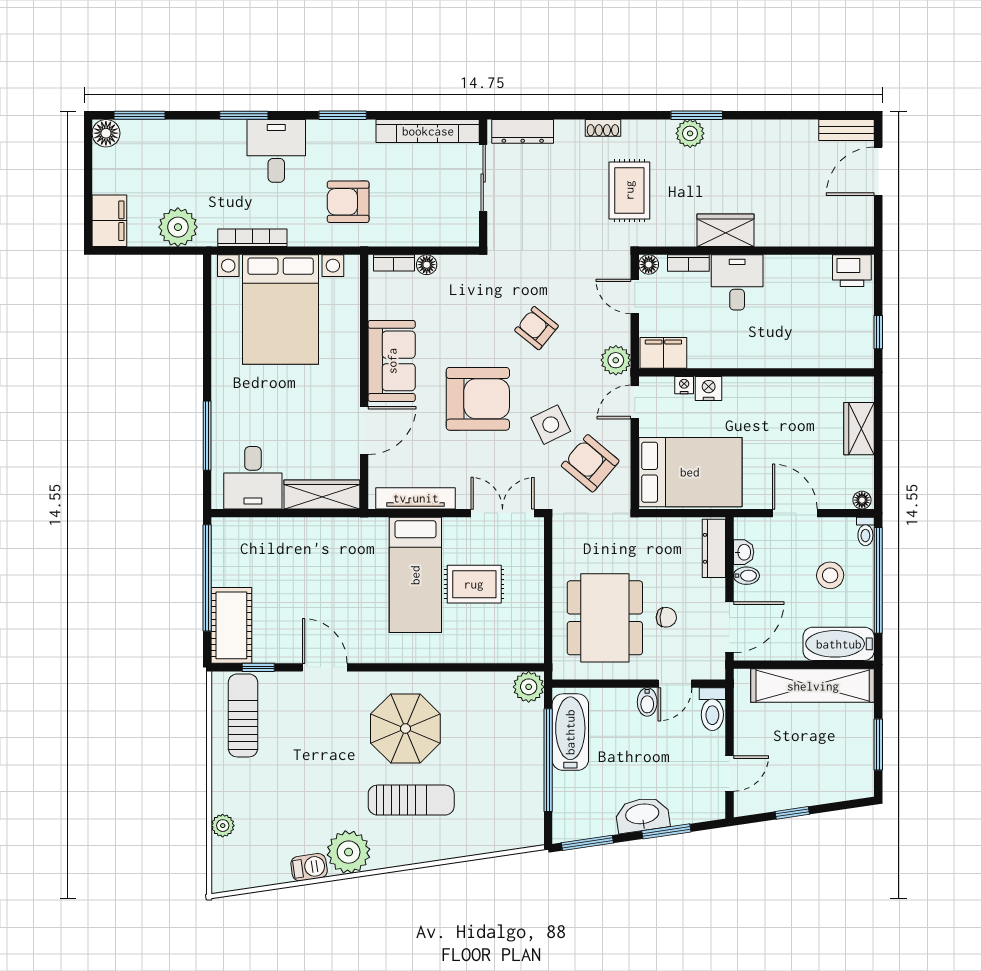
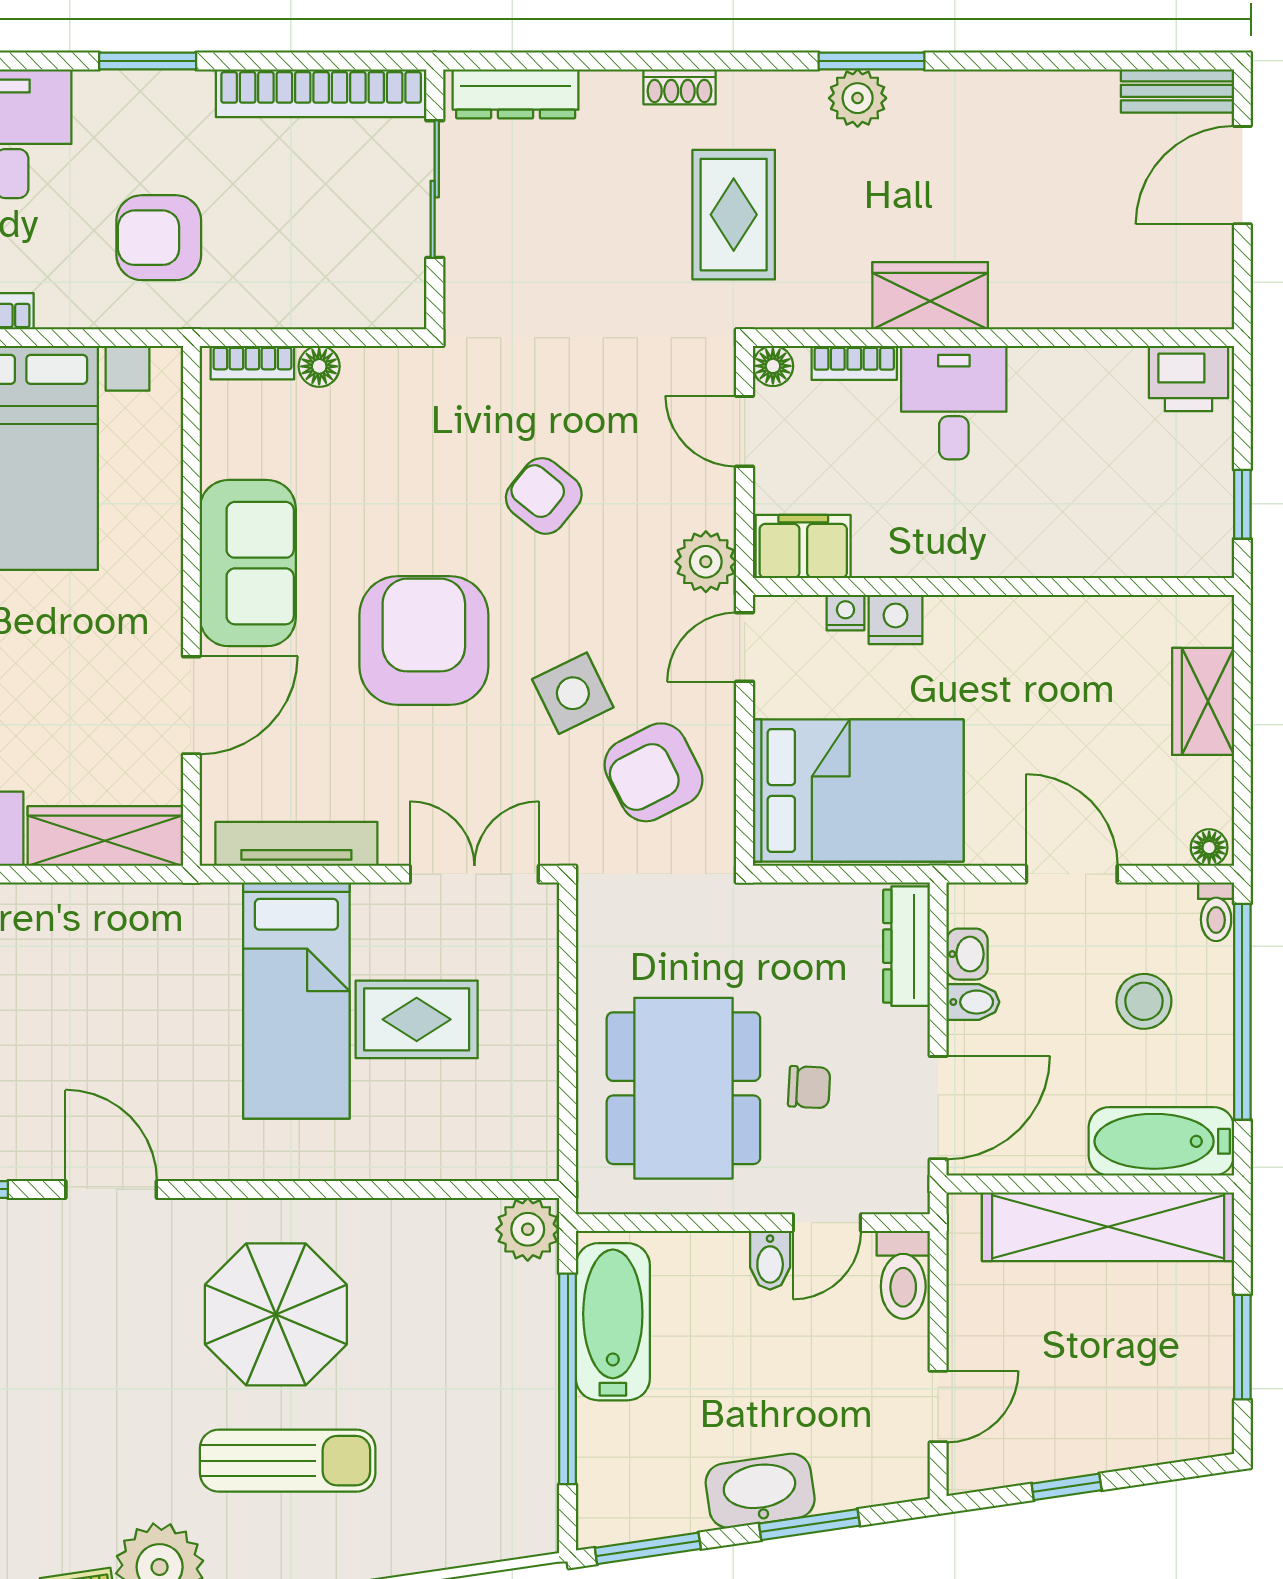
armchair: (478, 399) -> (424, 641), turned -90
armchair: (590, 463) -> (653, 772), turned -67

